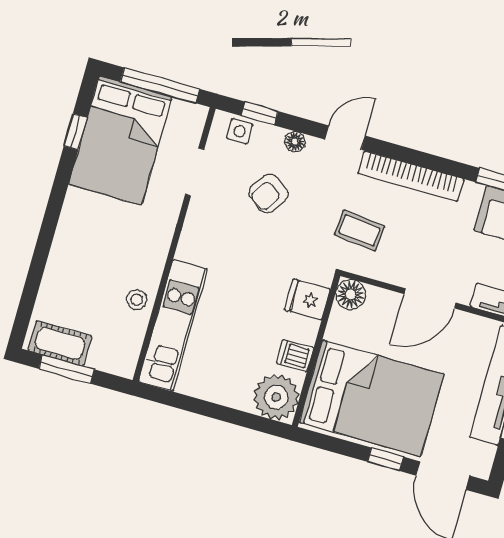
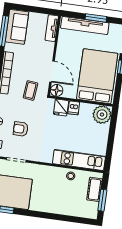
armchair: (269, 194) -> (21, 129), turned 145
door: (430, 298) -> (52, 71), moved
cot: (60, 343) -> (95, 189), moved
dishwasher: (295, 355) -> (74, 108), moved

